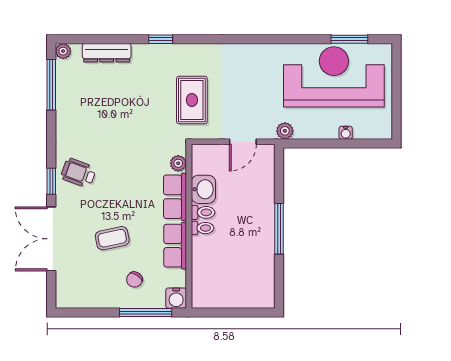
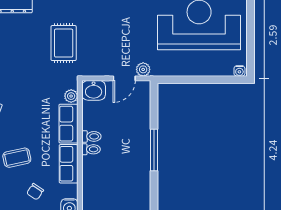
rug: (192, 100) -> (64, 43), moved
plant: (285, 131) -> (143, 69), moved
water cooler: (346, 133) -> (239, 71), moved
washbasin: (203, 189) -> (94, 90), moved, turned 90

